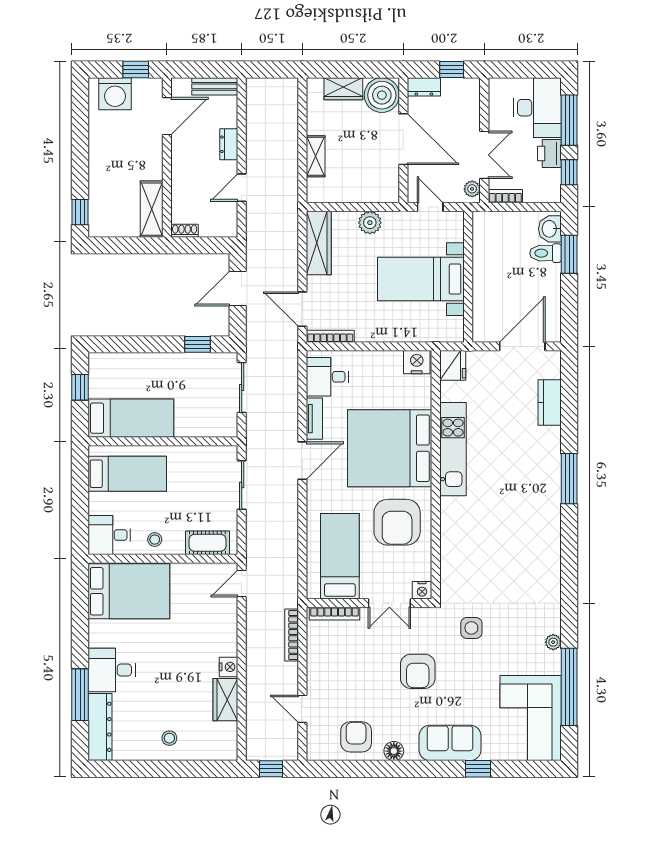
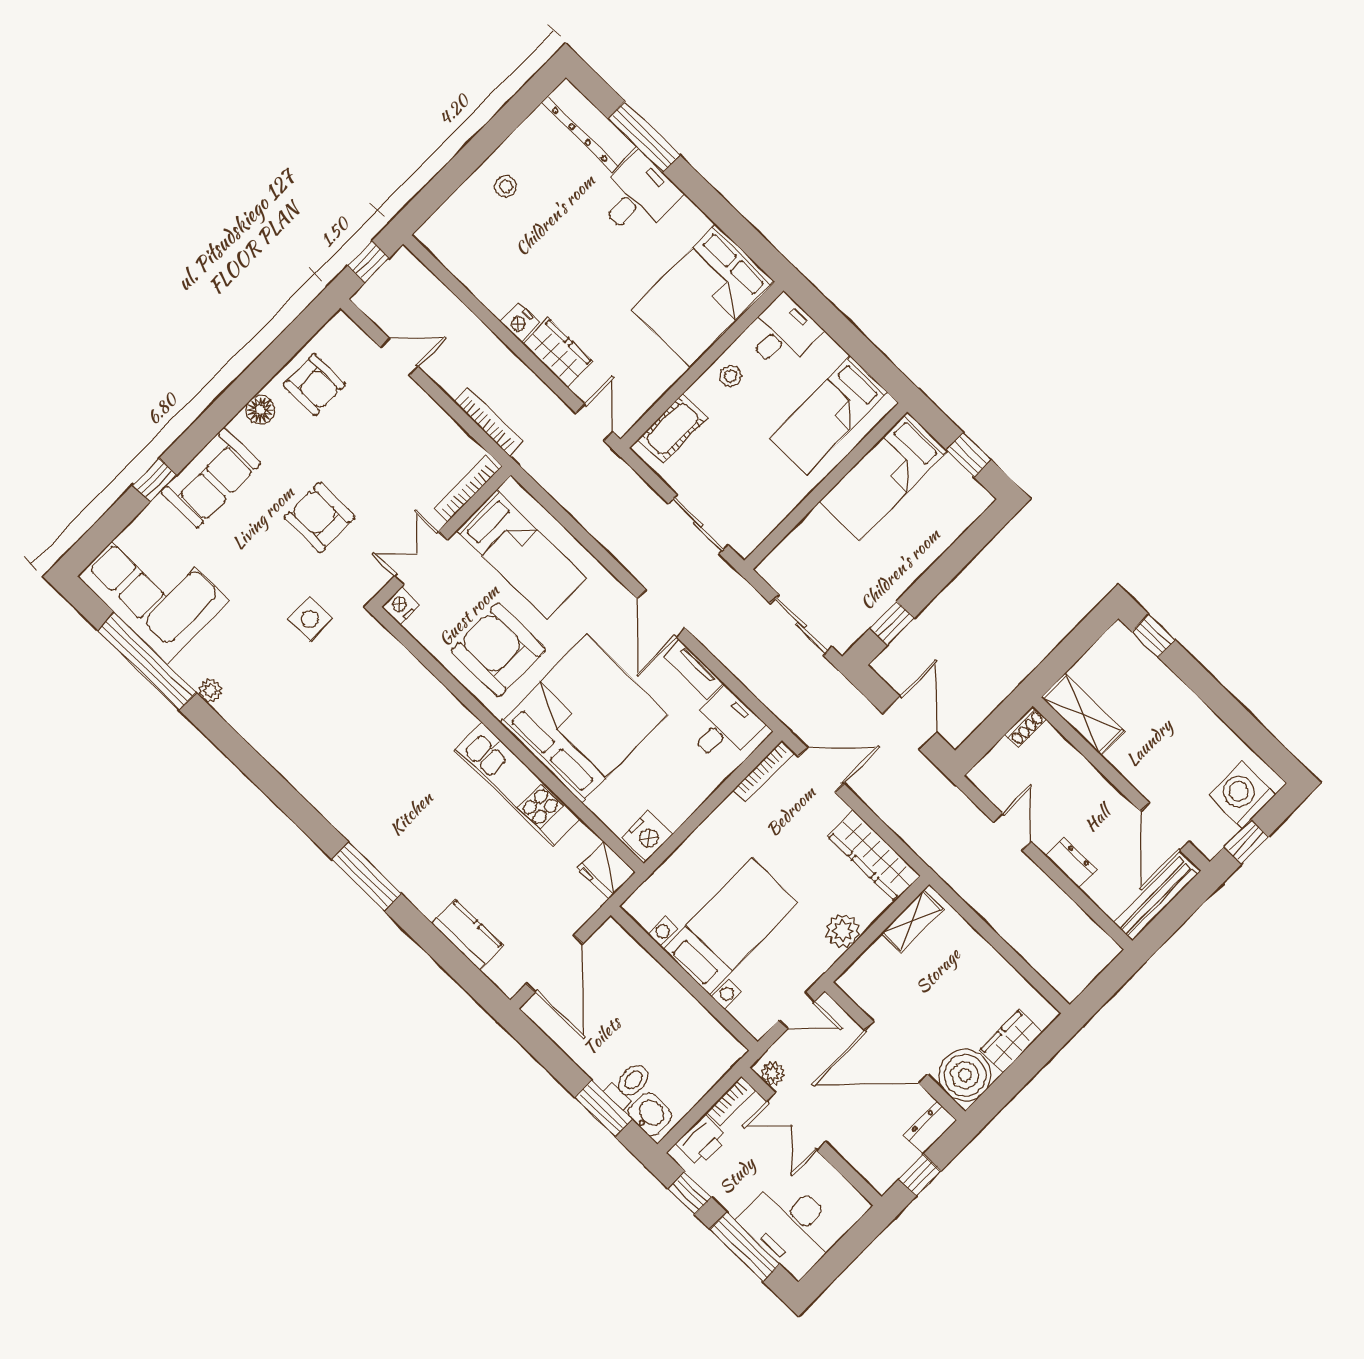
bench: (215, 86) -> (1155, 899), width x1.36
printer: (549, 153) -> (702, 1141), moved, turned 90
shelving: (316, 156) -> (912, 921), moved, turned 90
wardrobe: (225, 700) -> (558, 353), moved

